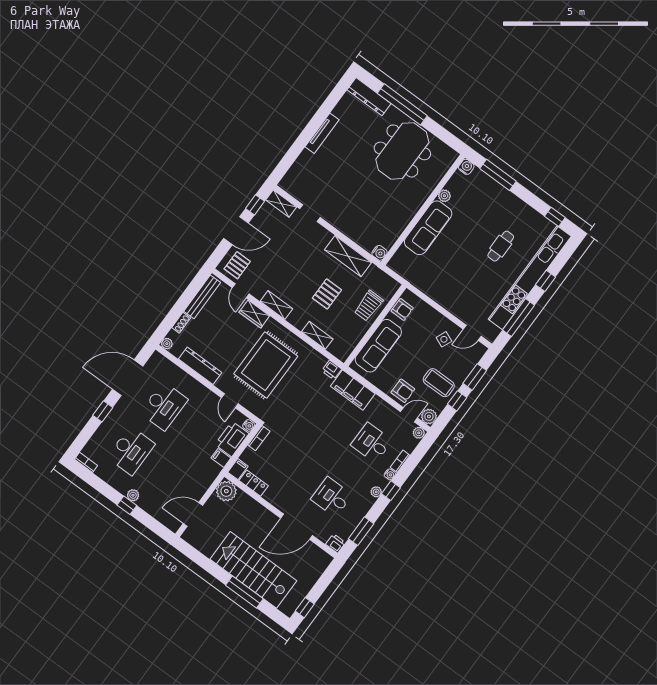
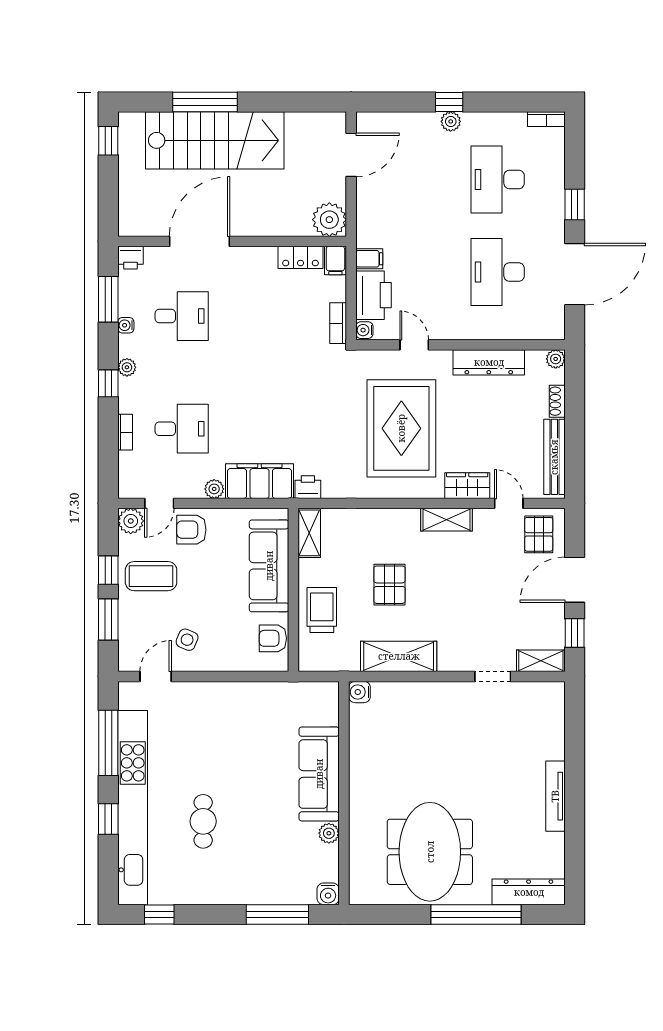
shelving: (317, 335) -> (309, 533), moved, turned 90
plant: (419, 433) -> (214, 489), moved
water cooler: (390, 474) -> (126, 325), moved

